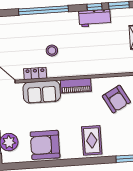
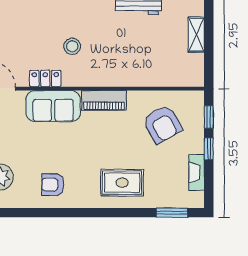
rug: (92, 140) -> (122, 183), turned 90
armchair: (45, 145) -> (53, 185), width x0.53, depth x0.53

